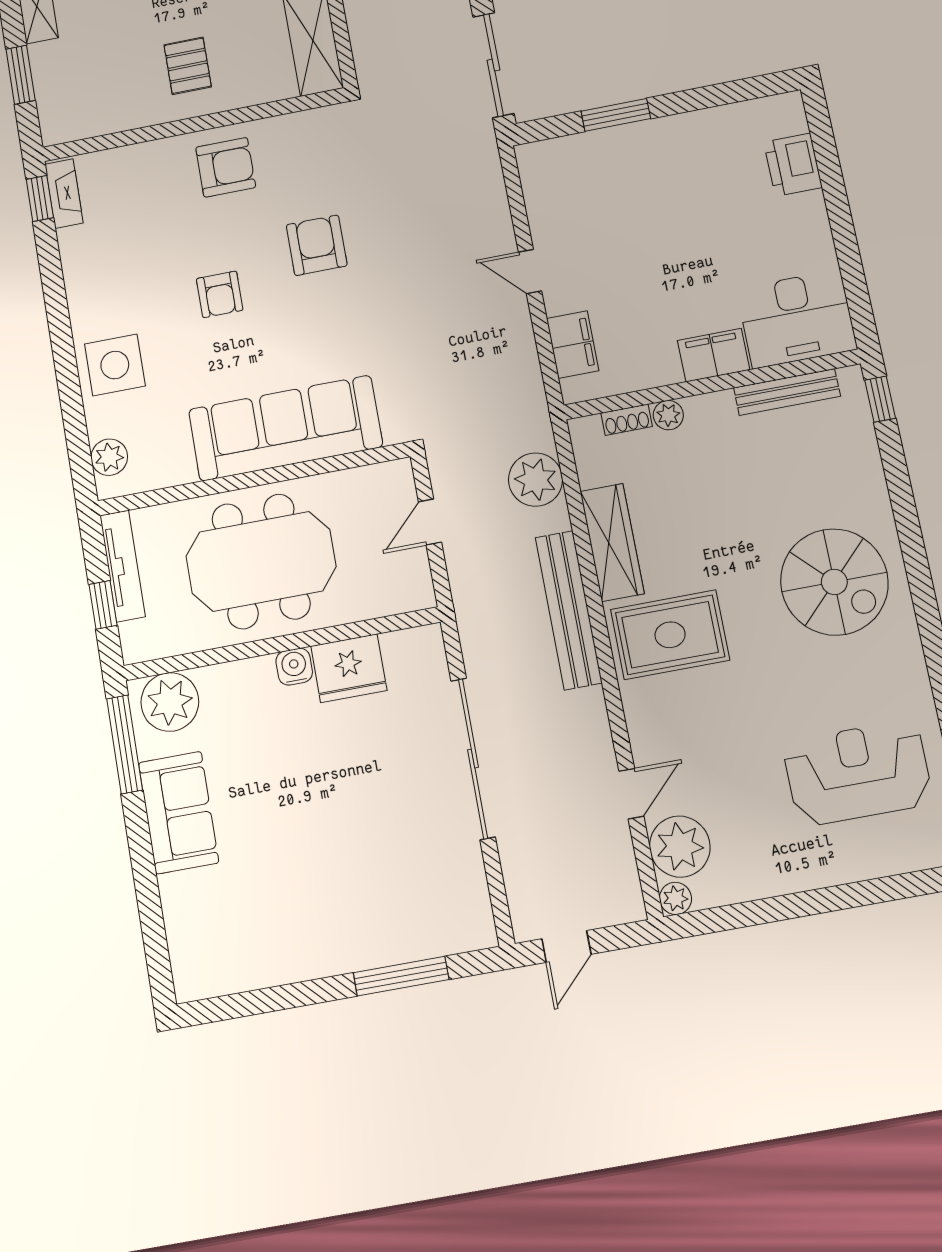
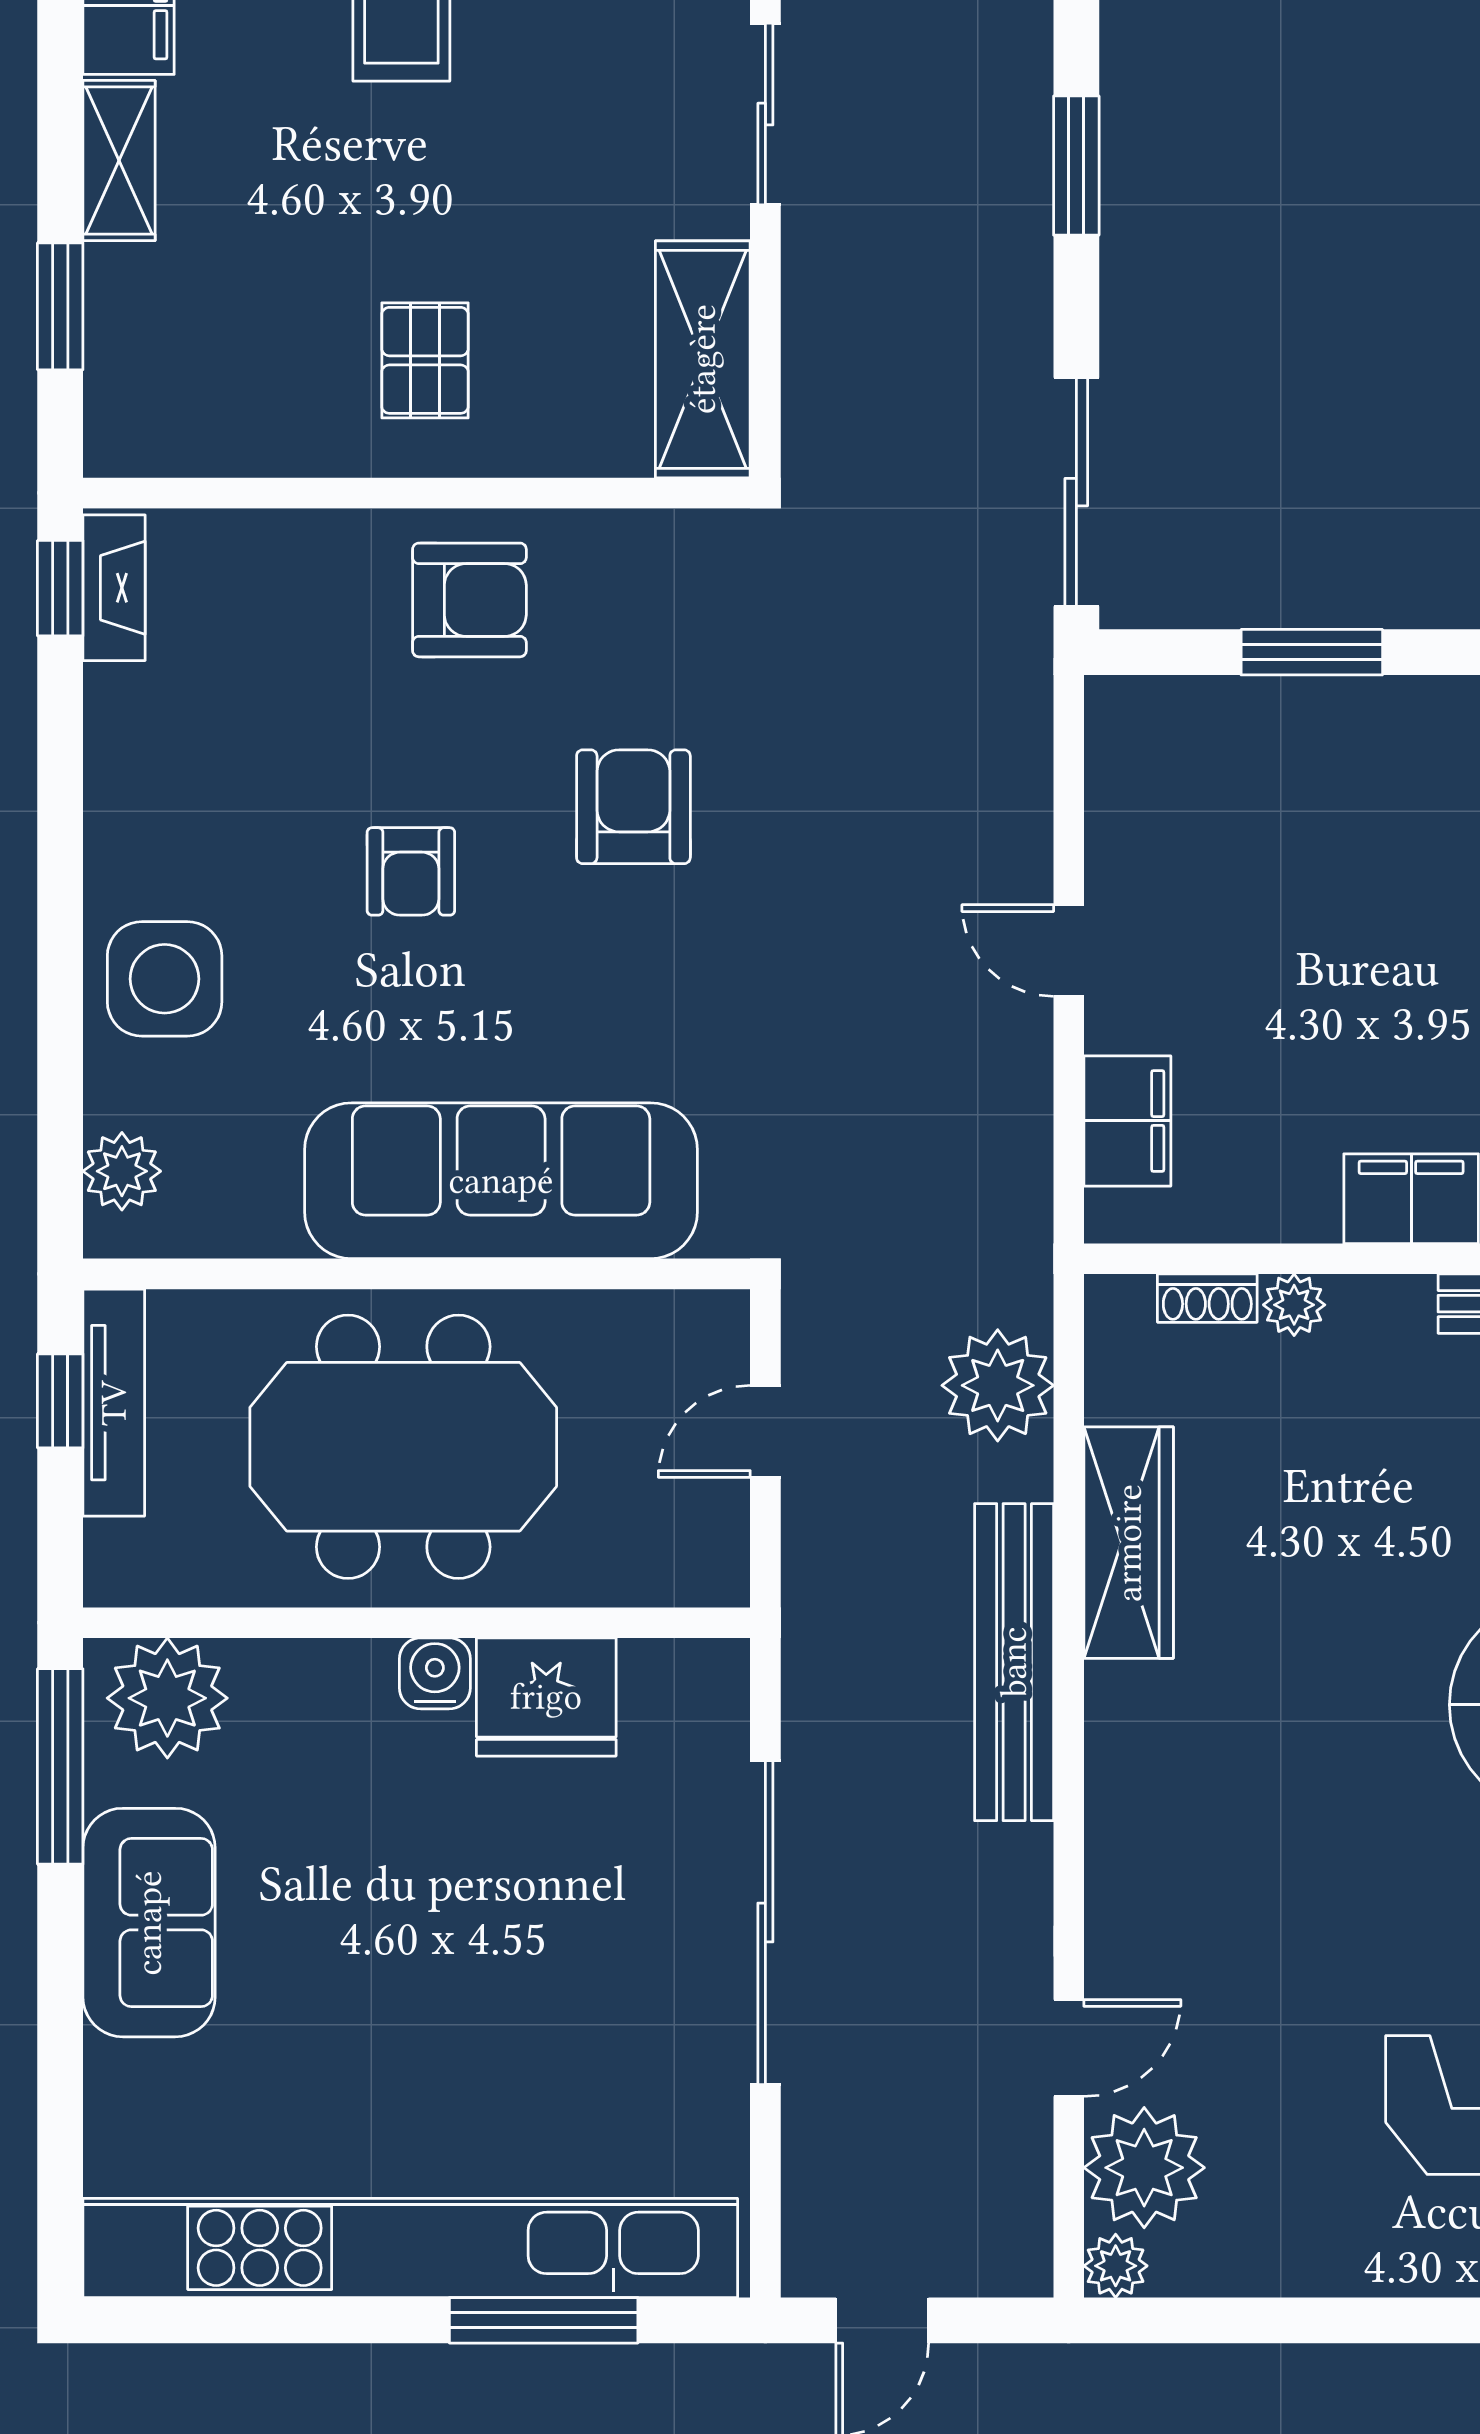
window: (103, 605) -> (60, 1401), moved
rug: (670, 635) -> (1208, 1749), removed
kitchen unit: (330, 951) -> (410, 2248), added

